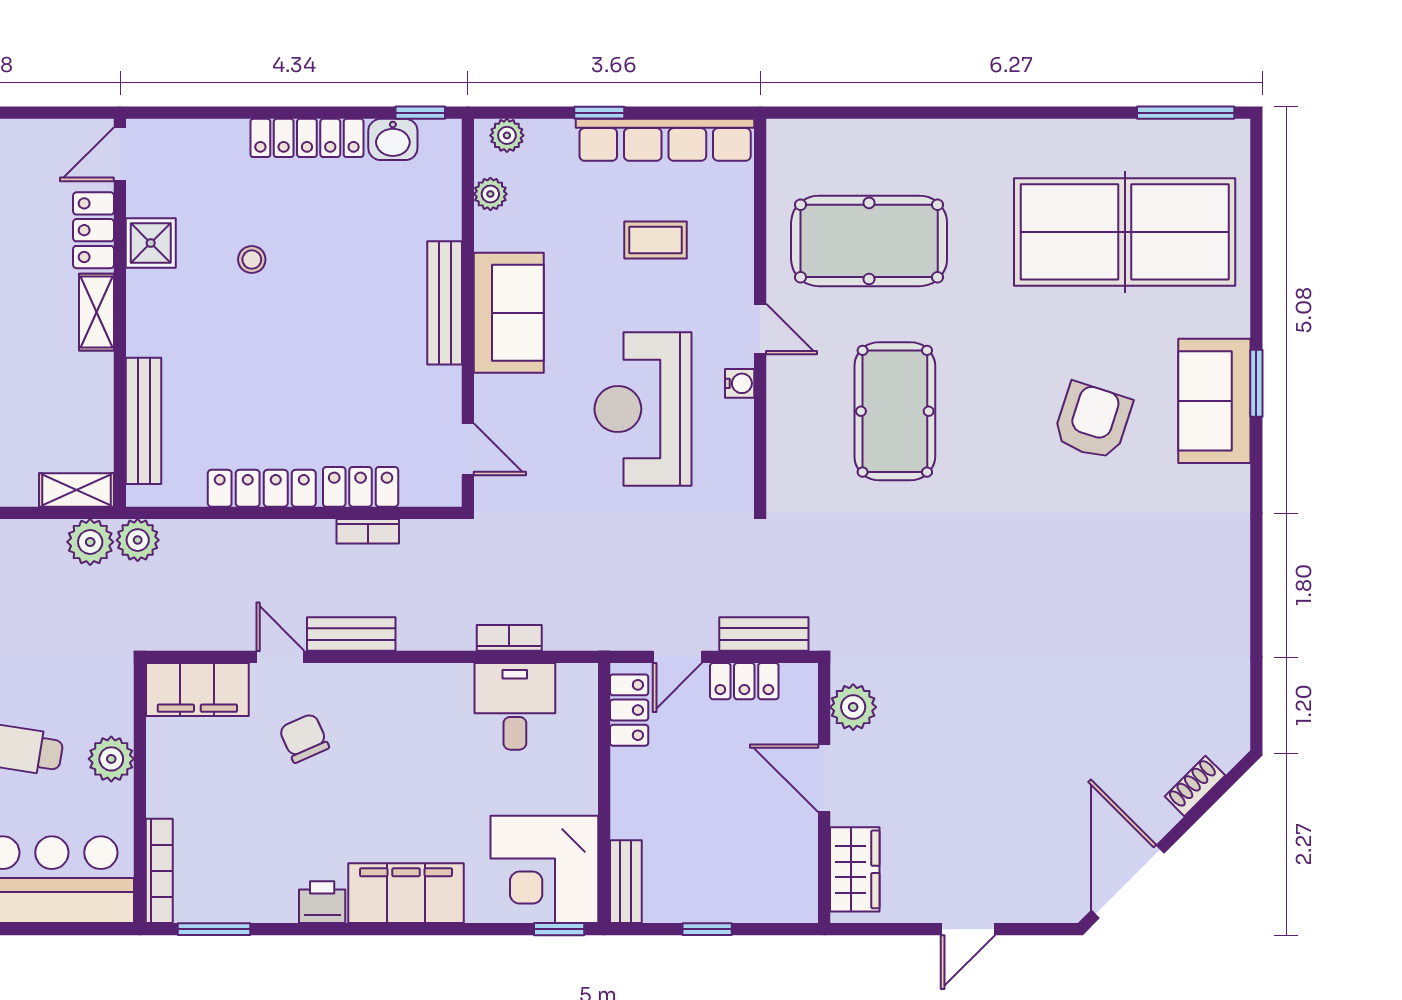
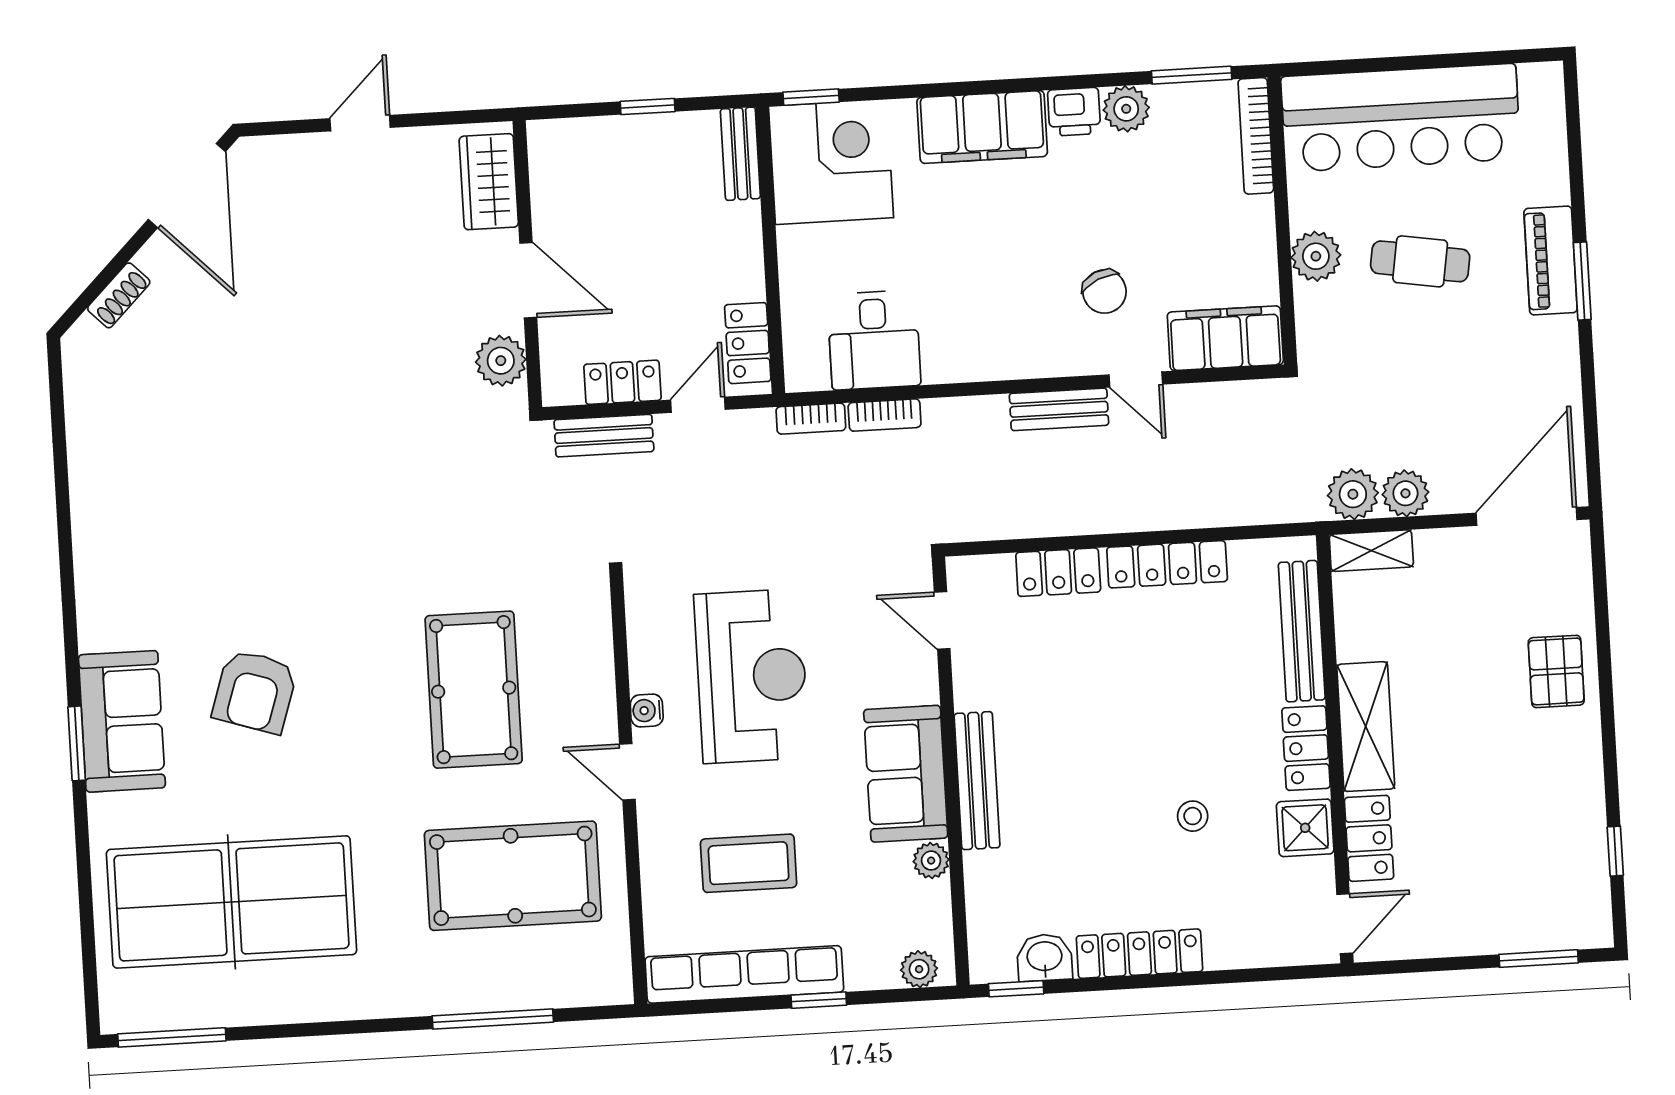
window: (895, 113) -> (493, 1019), added
plant: (490, 194) -> (931, 861), moved
coffee table: (655, 240) -> (749, 863), width x1.36, depth x1.30
shelving: (97, 312) -> (1366, 727), width x1.50, depth x1.33
locker: (146, 315) -> (1306, 748), added
bookcase: (368, 531) -> (811, 419), moved, turned 180
plant: (138, 540) -> (1405, 493), moved
plant: (275, 902) -> (1126, 109), added

